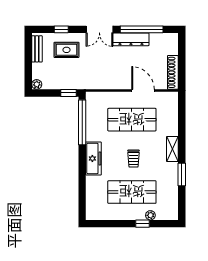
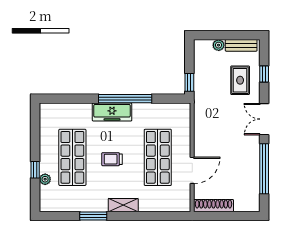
dresser: (131, 39) -> (252, 156), removed
plant: (37, 84) -> (219, 45), moved
window: (82, 122) -> (125, 99), moved

